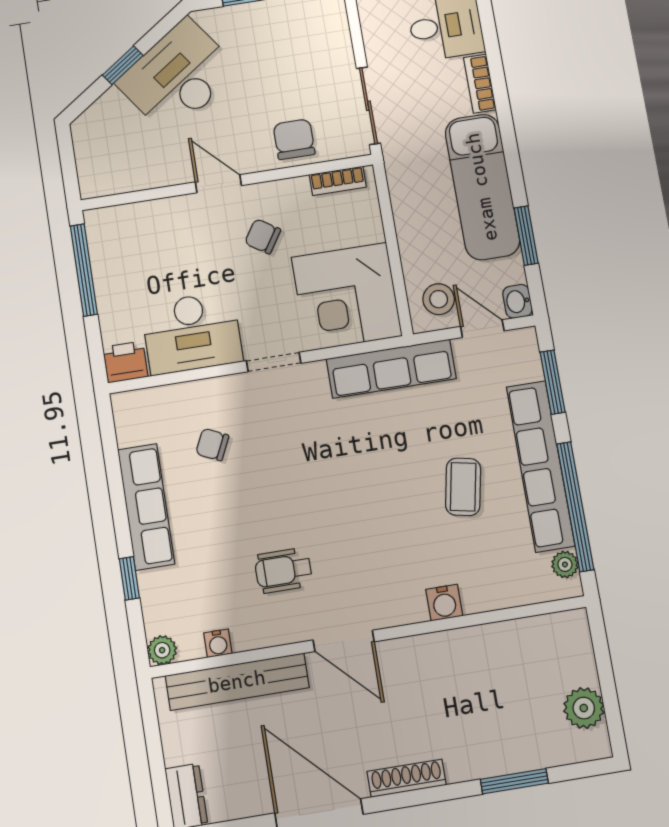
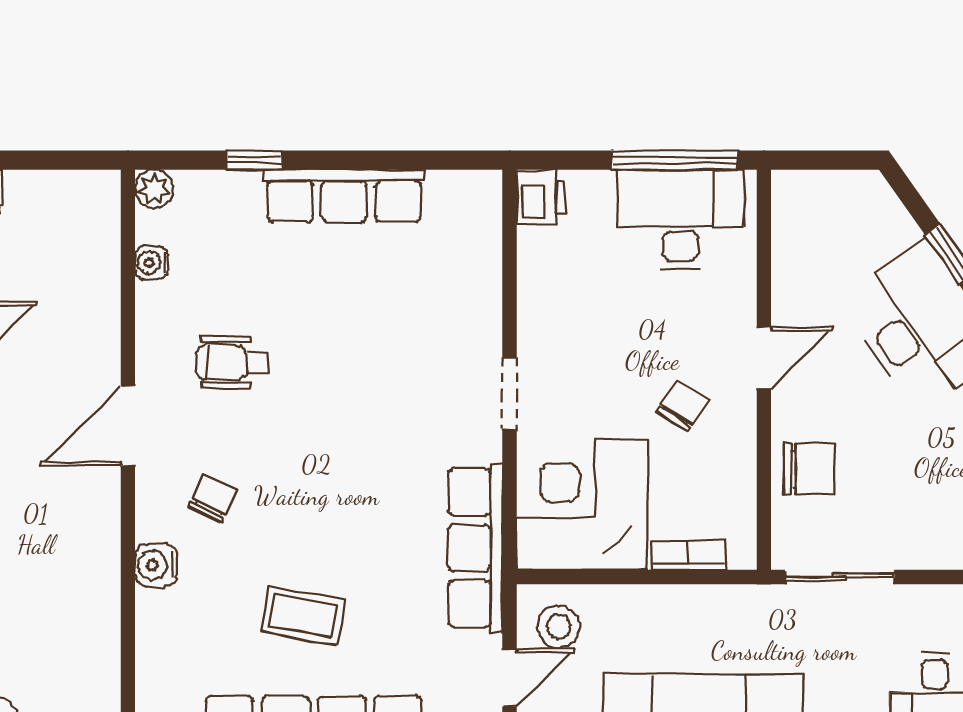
bookcase: (338, 181) -> (688, 555), moved, turned 90
desk: (192, 333) -> (681, 219), moved, turned 90
chair: (212, 445) -> (213, 498), moved
wheelchair: (283, 570) -> (232, 362), turned -90
bench: (237, 682) -> (98, 280), removed

